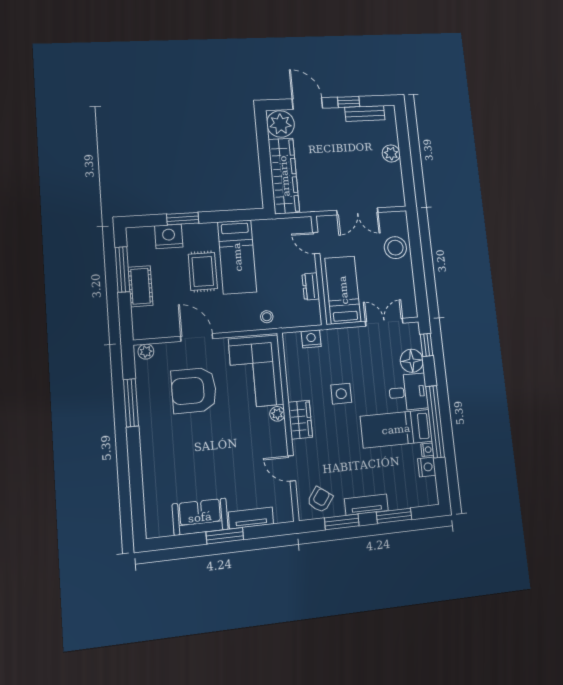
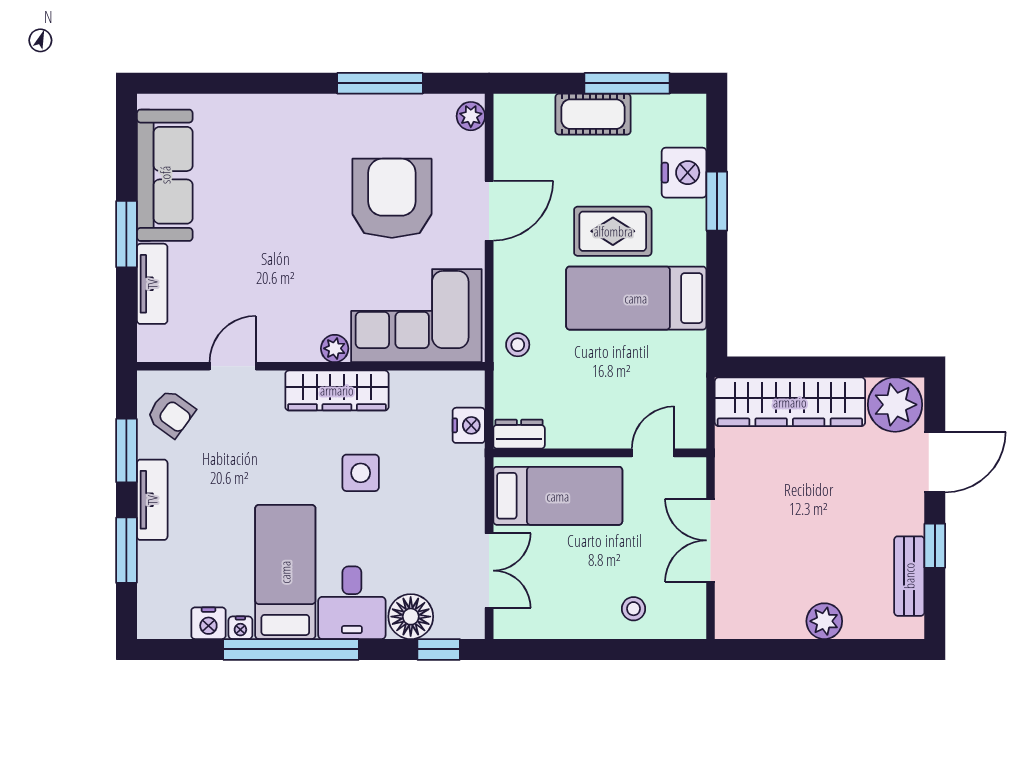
stool: (395, 248) -> (634, 609), width x0.53, depth x0.53
dresser: (311, 286) -> (519, 434), moved
wardrobe: (300, 420) -> (337, 390), width x1.50
sofa: (200, 517) -> (165, 175), width x1.36

